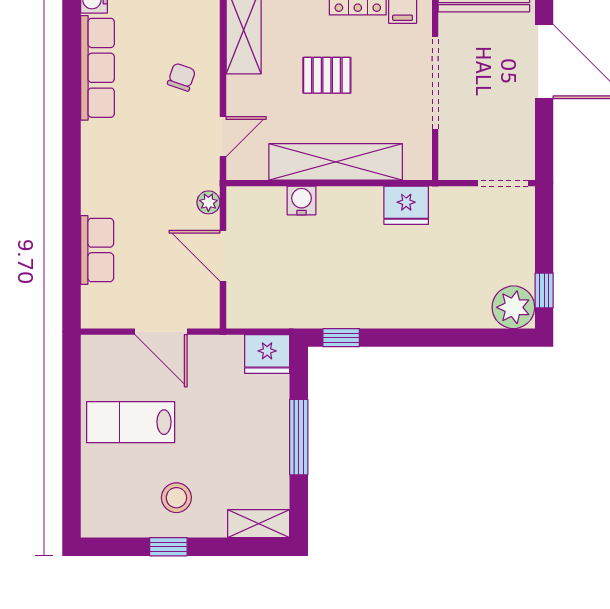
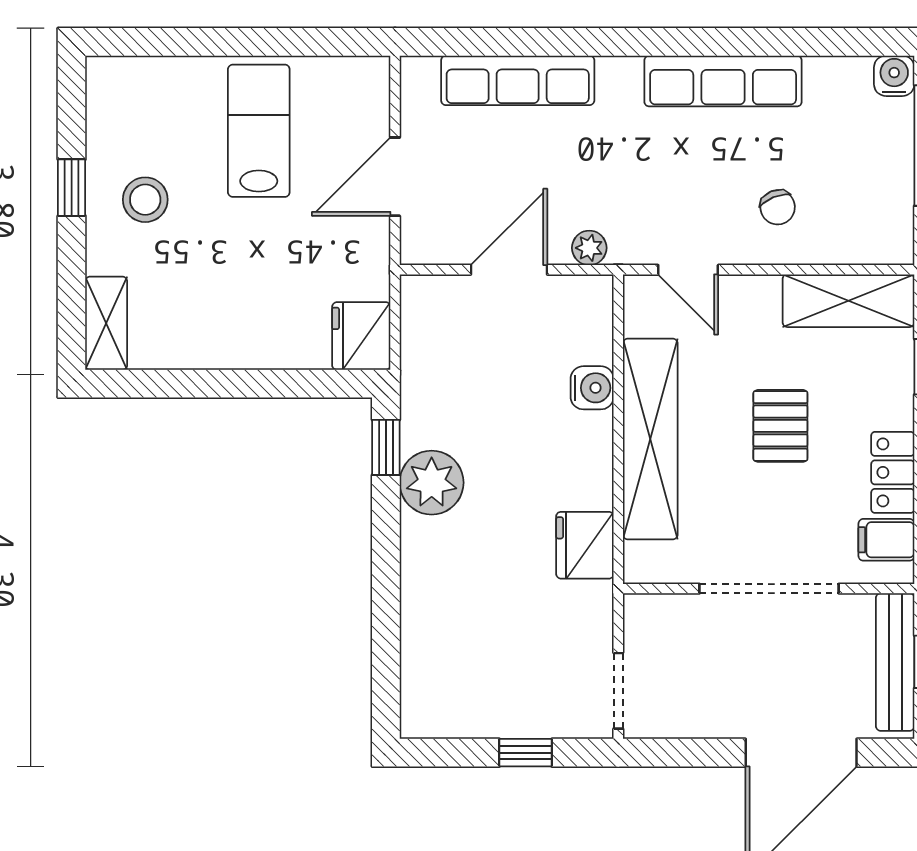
row of seats: (97, 68) -> (723, 81), moved
chair: (181, 77) -> (778, 207), turned 49
row of seats: (97, 250) -> (518, 80), width x1.48
window: (544, 290) -> (526, 753), moved
plant: (513, 307) -> (432, 483), moved
window: (299, 437) -> (236, 384), removed

